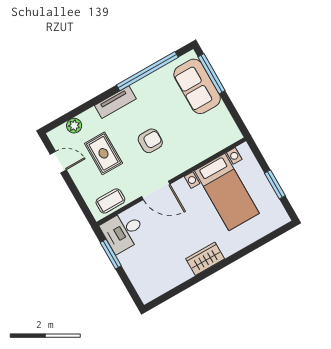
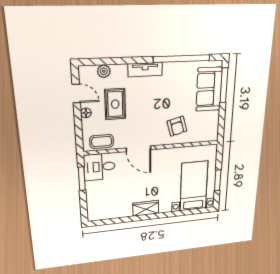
armchair: (150, 141) -> (177, 126), moved, turned 75
floor lamp: (78, 178) -> (86, 113), added
bed with nightstands: (227, 192) -> (194, 186), moved, turned 180

